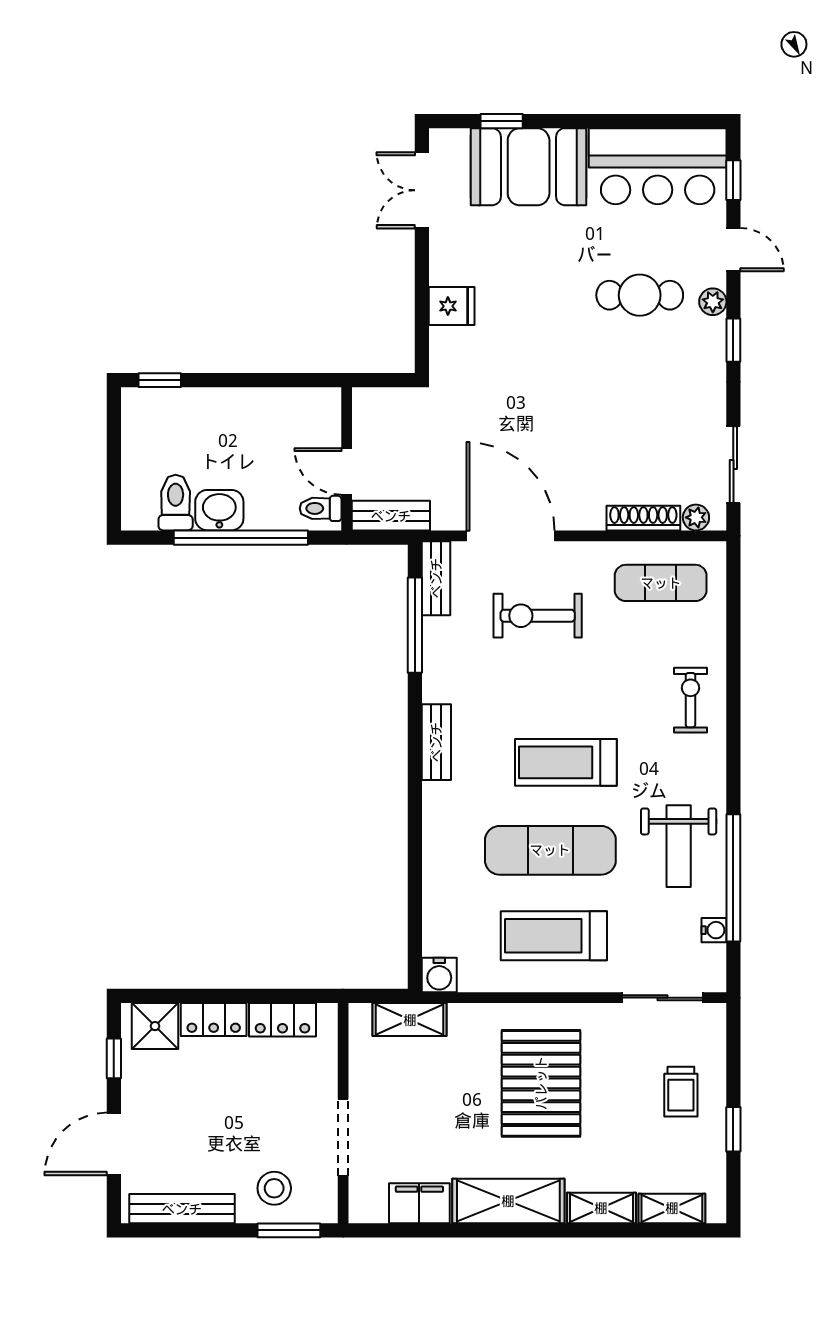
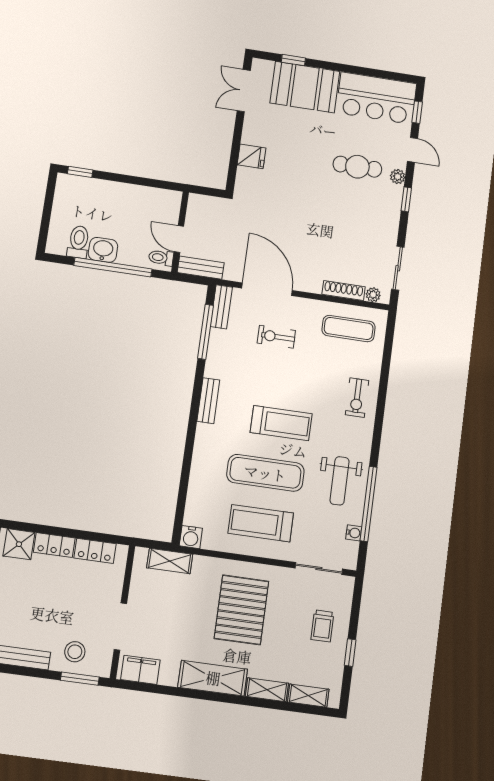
exercise bike: (538, 616) -> (276, 337), width x0.73, depth x0.72
exercise bike: (691, 700) -> (357, 398), turned 180
treadmill: (566, 762) -> (281, 423), turned 180
filing cabinet: (419, 1203) -> (140, 670), moved

